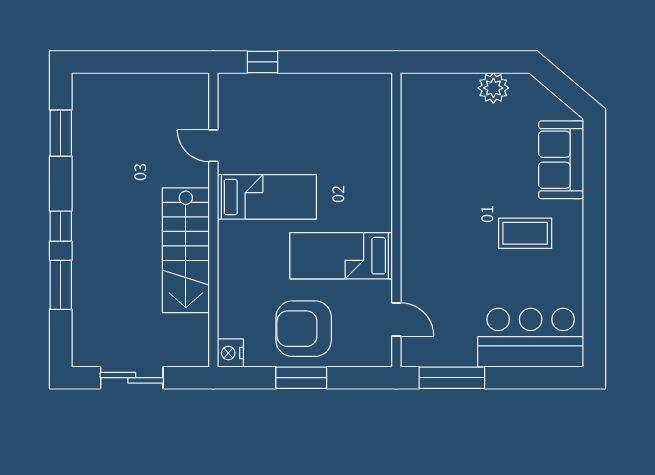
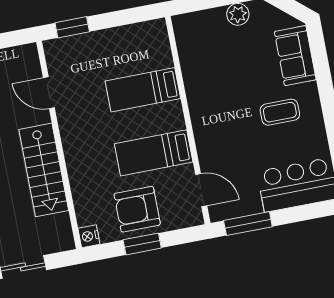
window: (263, 62) -> (72, 27), width x1.50
door: (213, 146) -> (49, 93), width x1.38
bed: (267, 197) -> (143, 90), moved, turned 180
door: (396, 319) -> (201, 190), width x1.38

